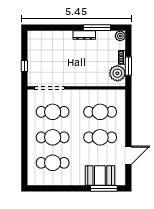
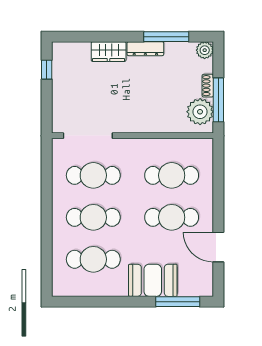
wardrobe: (62, 37) -> (109, 52), added
window: (24, 66) -> (47, 70), moved
window: (128, 66) -> (218, 100), width x1.44
door: (128, 155) -> (218, 247), swing flipped
booth: (100, 176) -> (153, 280), moved

